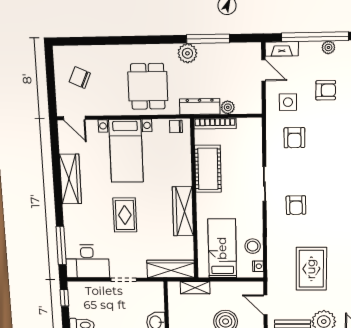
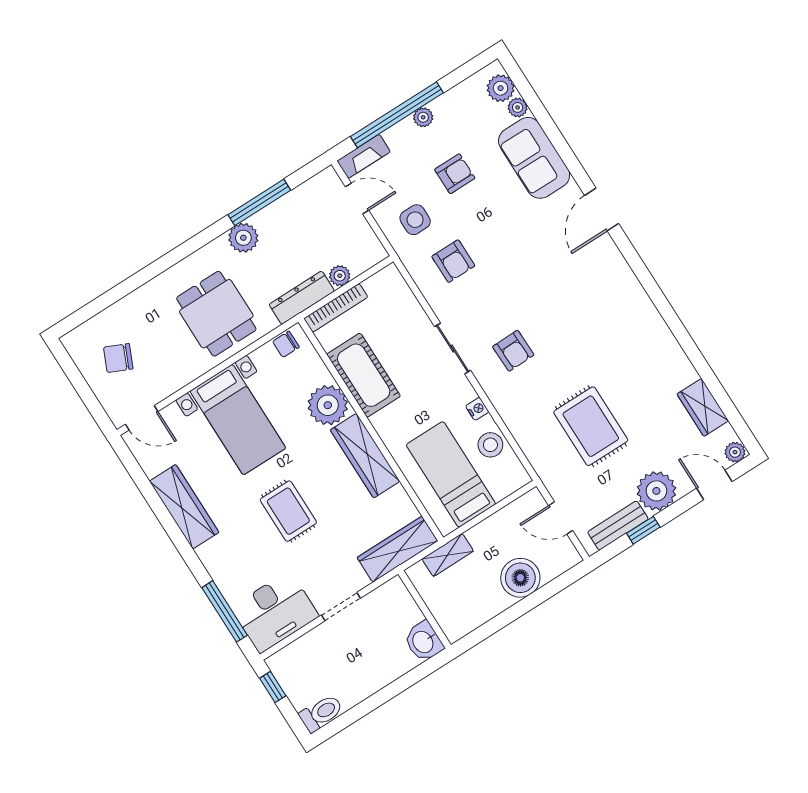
plant: (179, 173) -> (328, 405), added
nightstand: (258, 266) -> (477, 409), moved

